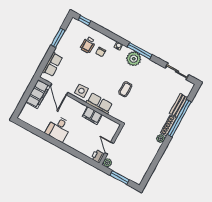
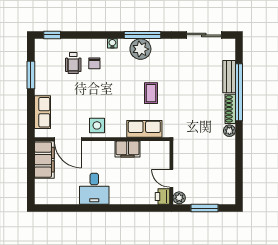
row of seats: (99, 103) -> (144, 129), moved

